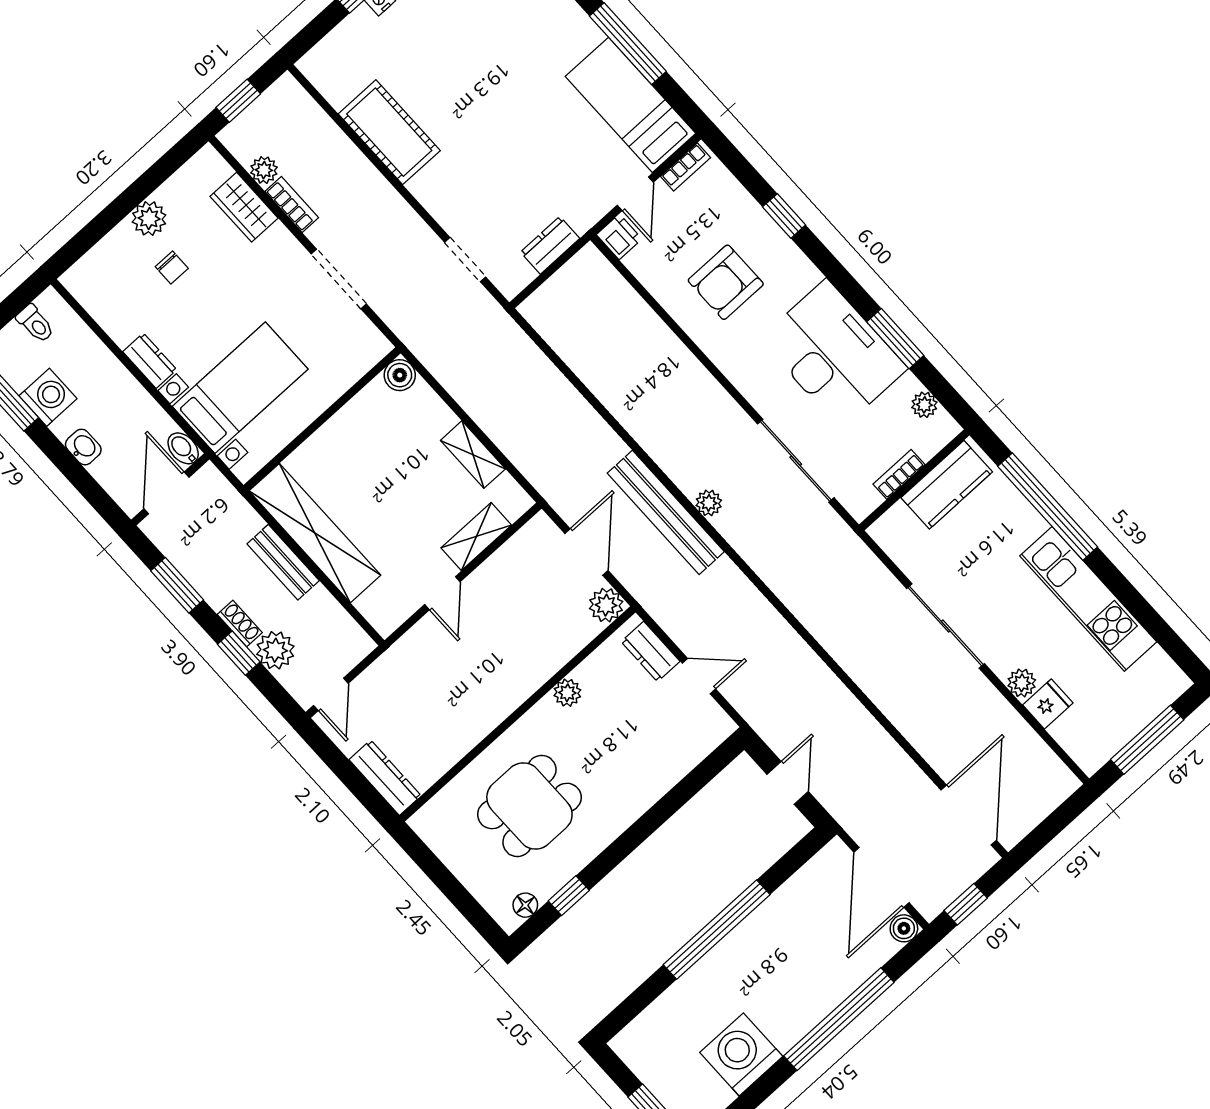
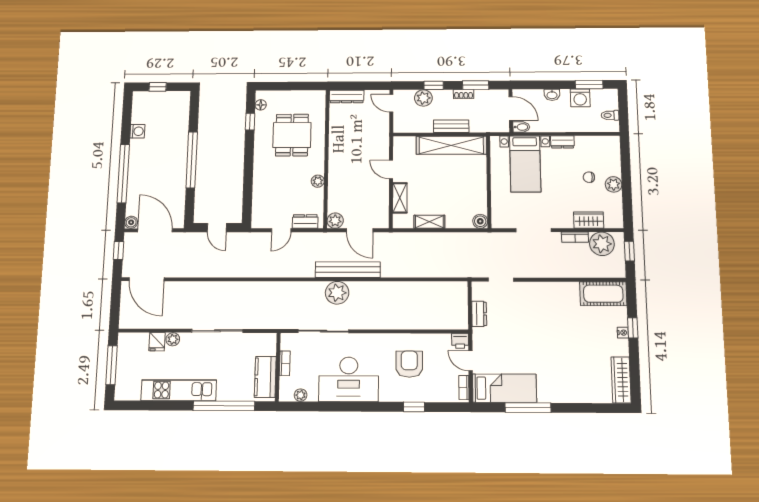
cot: (389, 132) -> (603, 294), moved
plant: (264, 170) -> (602, 244), width x1.88, depth x1.88
window: (895, 339) -> (334, 406), removed
plant: (709, 503) -> (337, 293), width x1.88, depth x1.88
shoe rack: (240, 624) -> (464, 94), moved
washing machine: (741, 1054) -> (137, 131), width x0.53, depth x0.53

